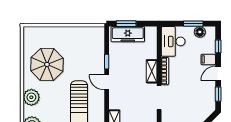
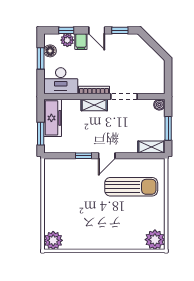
freezer: (128, 34) -> (53, 118), moved
plant: (209, 47) -> (67, 40), added
parasol: (47, 64) -> (87, 223), removed
plant: (31, 97) -> (53, 240), moved

